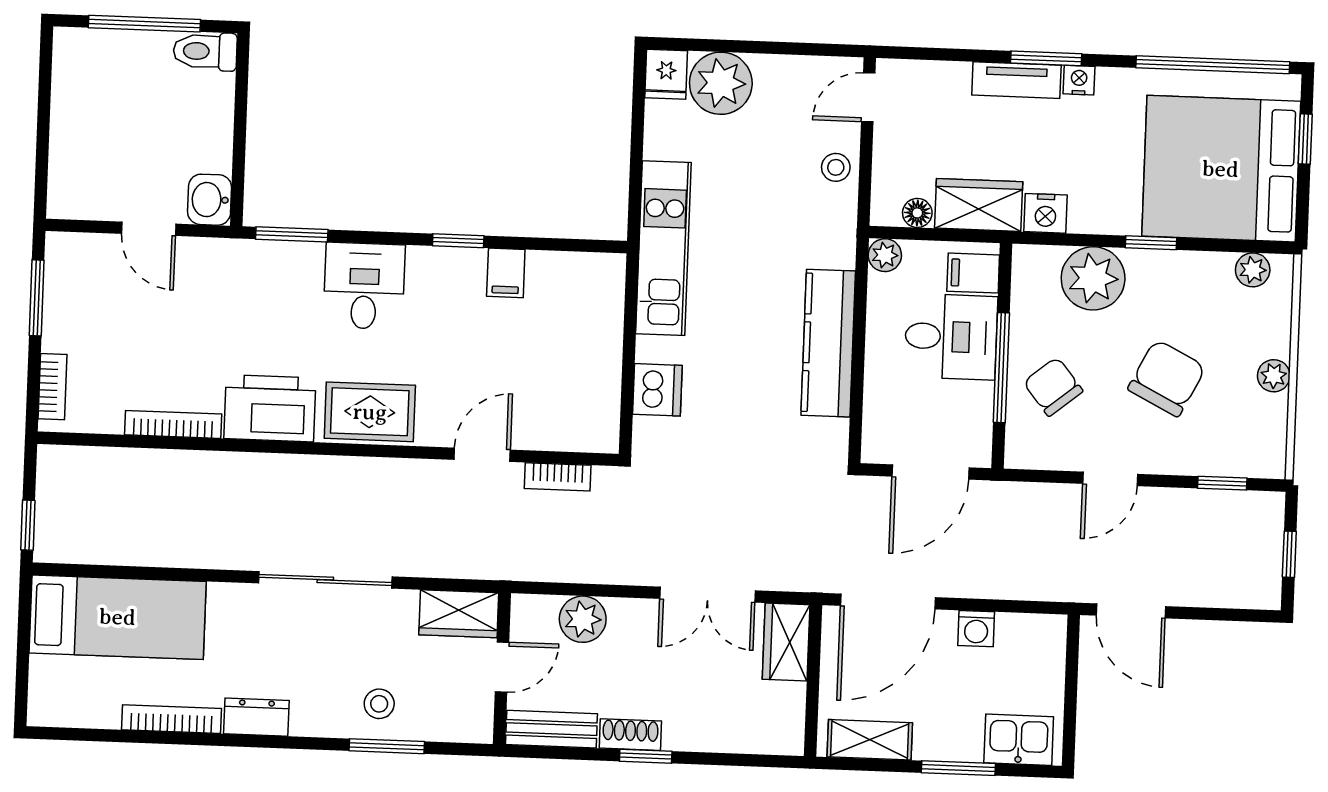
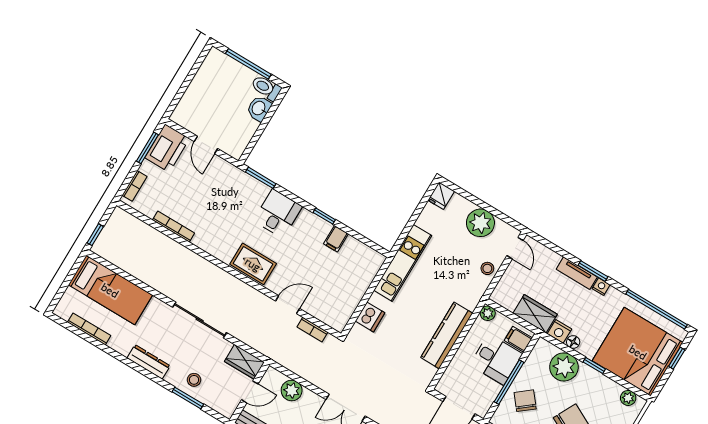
plant: (721, 83) -> (480, 223), moved
door: (868, 97) -> (515, 248), swing flipped
washbasin: (210, 200) -> (259, 108), moved
floor lamp: (917, 213) -> (573, 342), moved
printer: (270, 408) -> (167, 148), moved, turned 90
dresser: (256, 717) -> (149, 362), width x1.44
bookcase: (172, 719) -> (89, 329), moved

